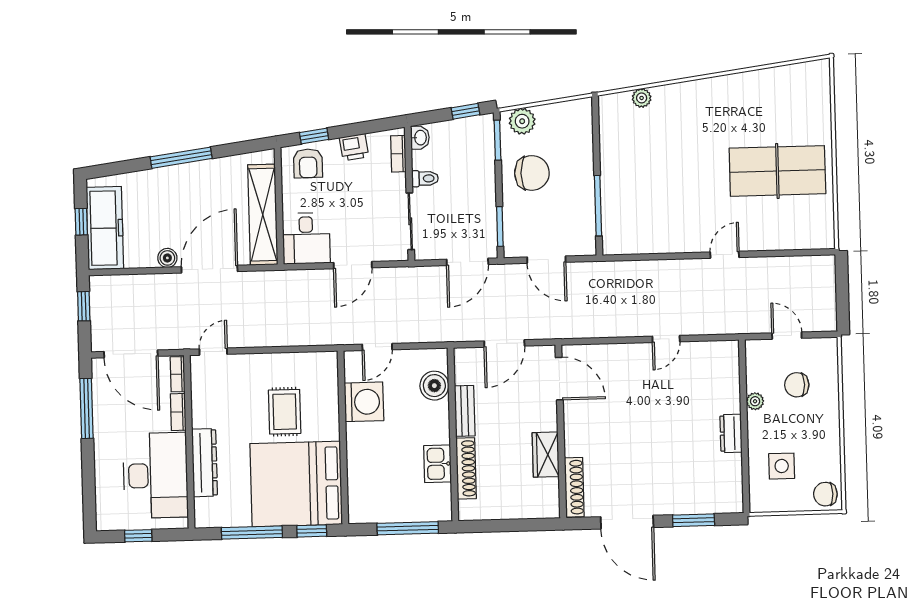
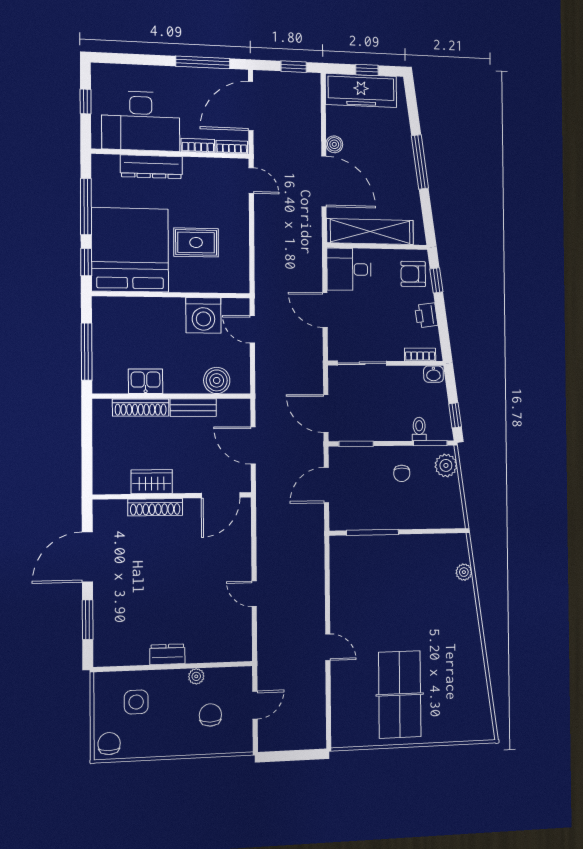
chair: (532, 173) -> (402, 473), width x0.54, depth x0.54
toilet: (425, 178) -> (419, 429), moved, turned 180
shoe rack: (574, 487) -> (155, 507), moved

